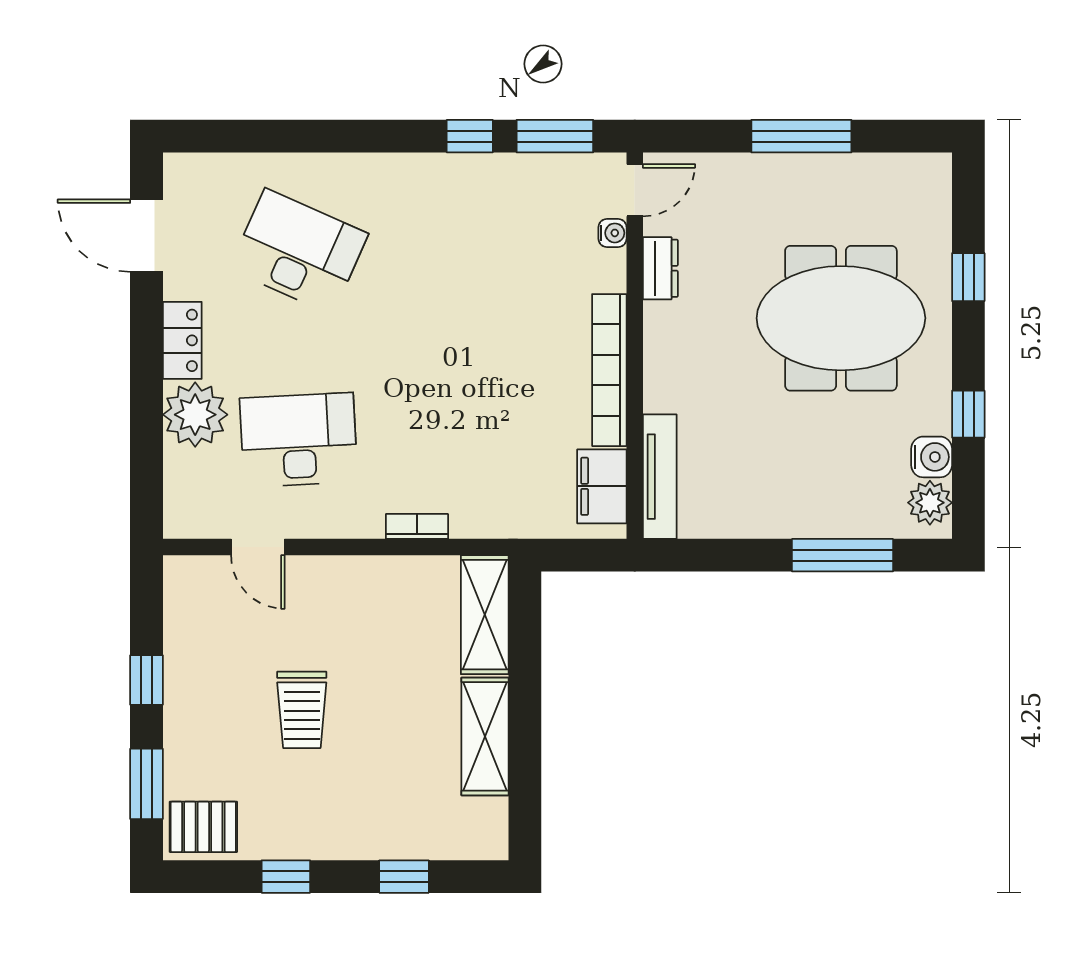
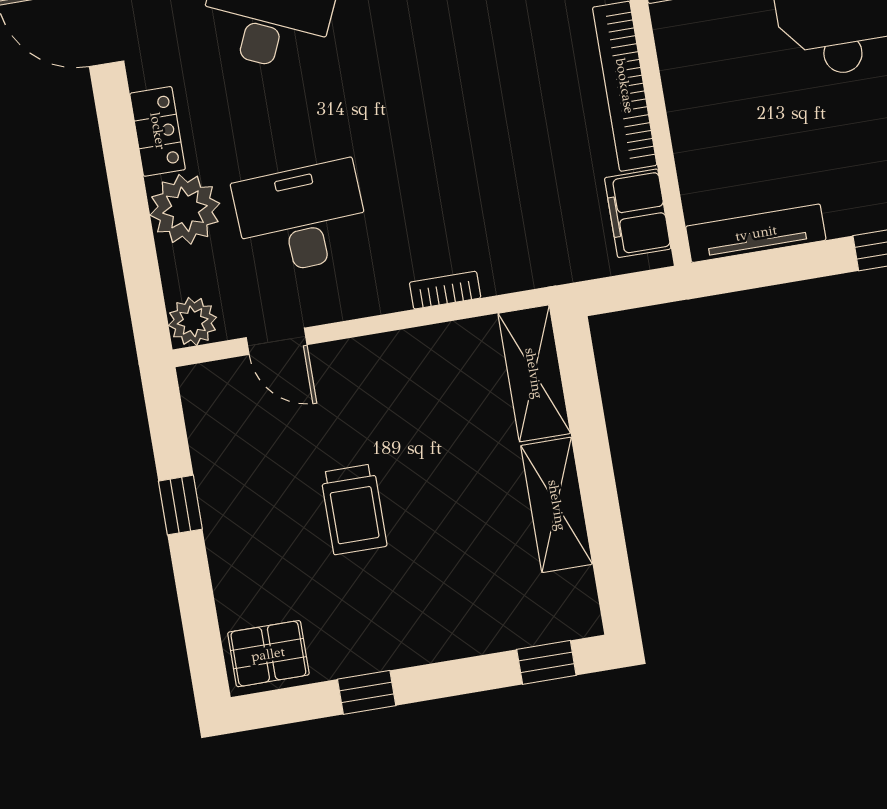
tv unit: (660, 477) -> (756, 233), moved, turned -90
plant: (185, 517) -> (193, 321), added
window: (146, 784) -> (199, 617), removed
window: (404, 877) -> (546, 662), moved

